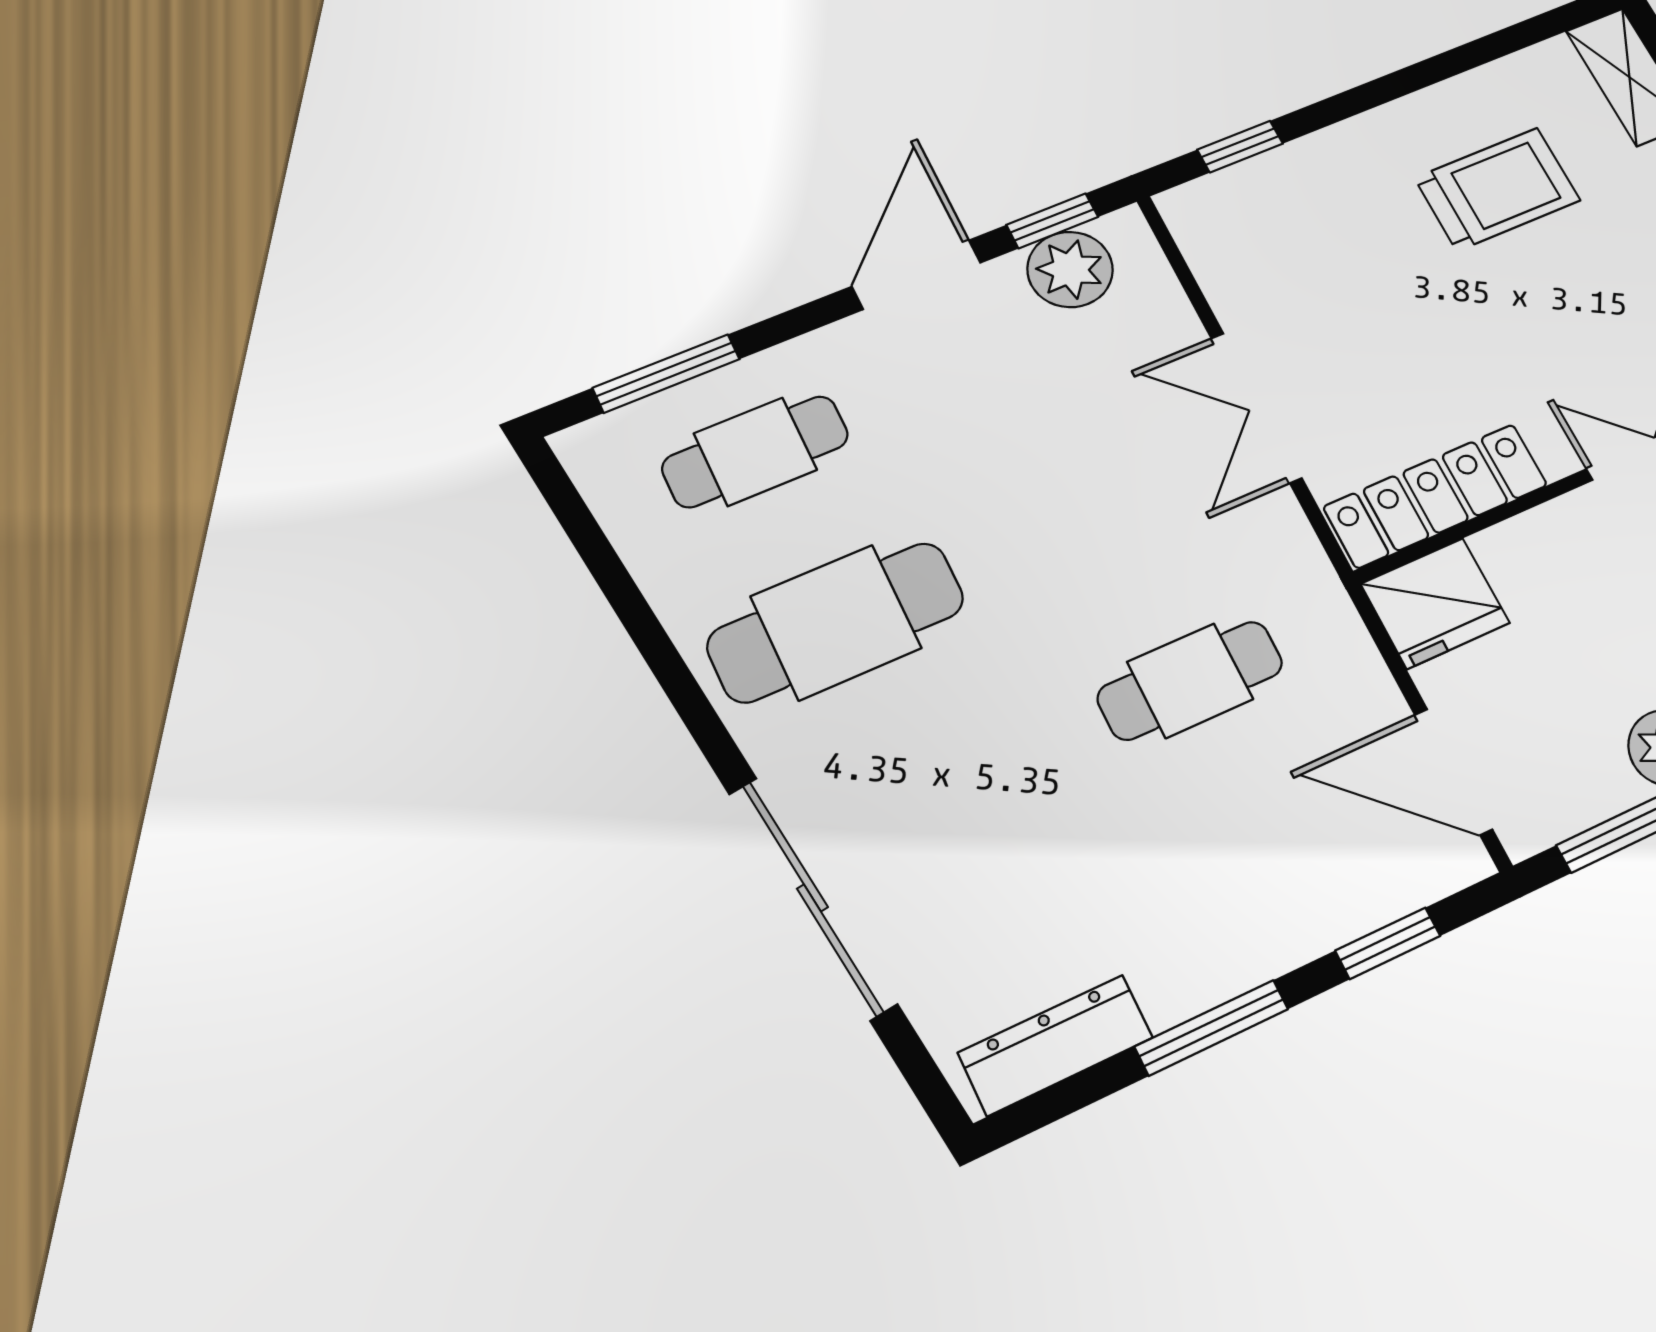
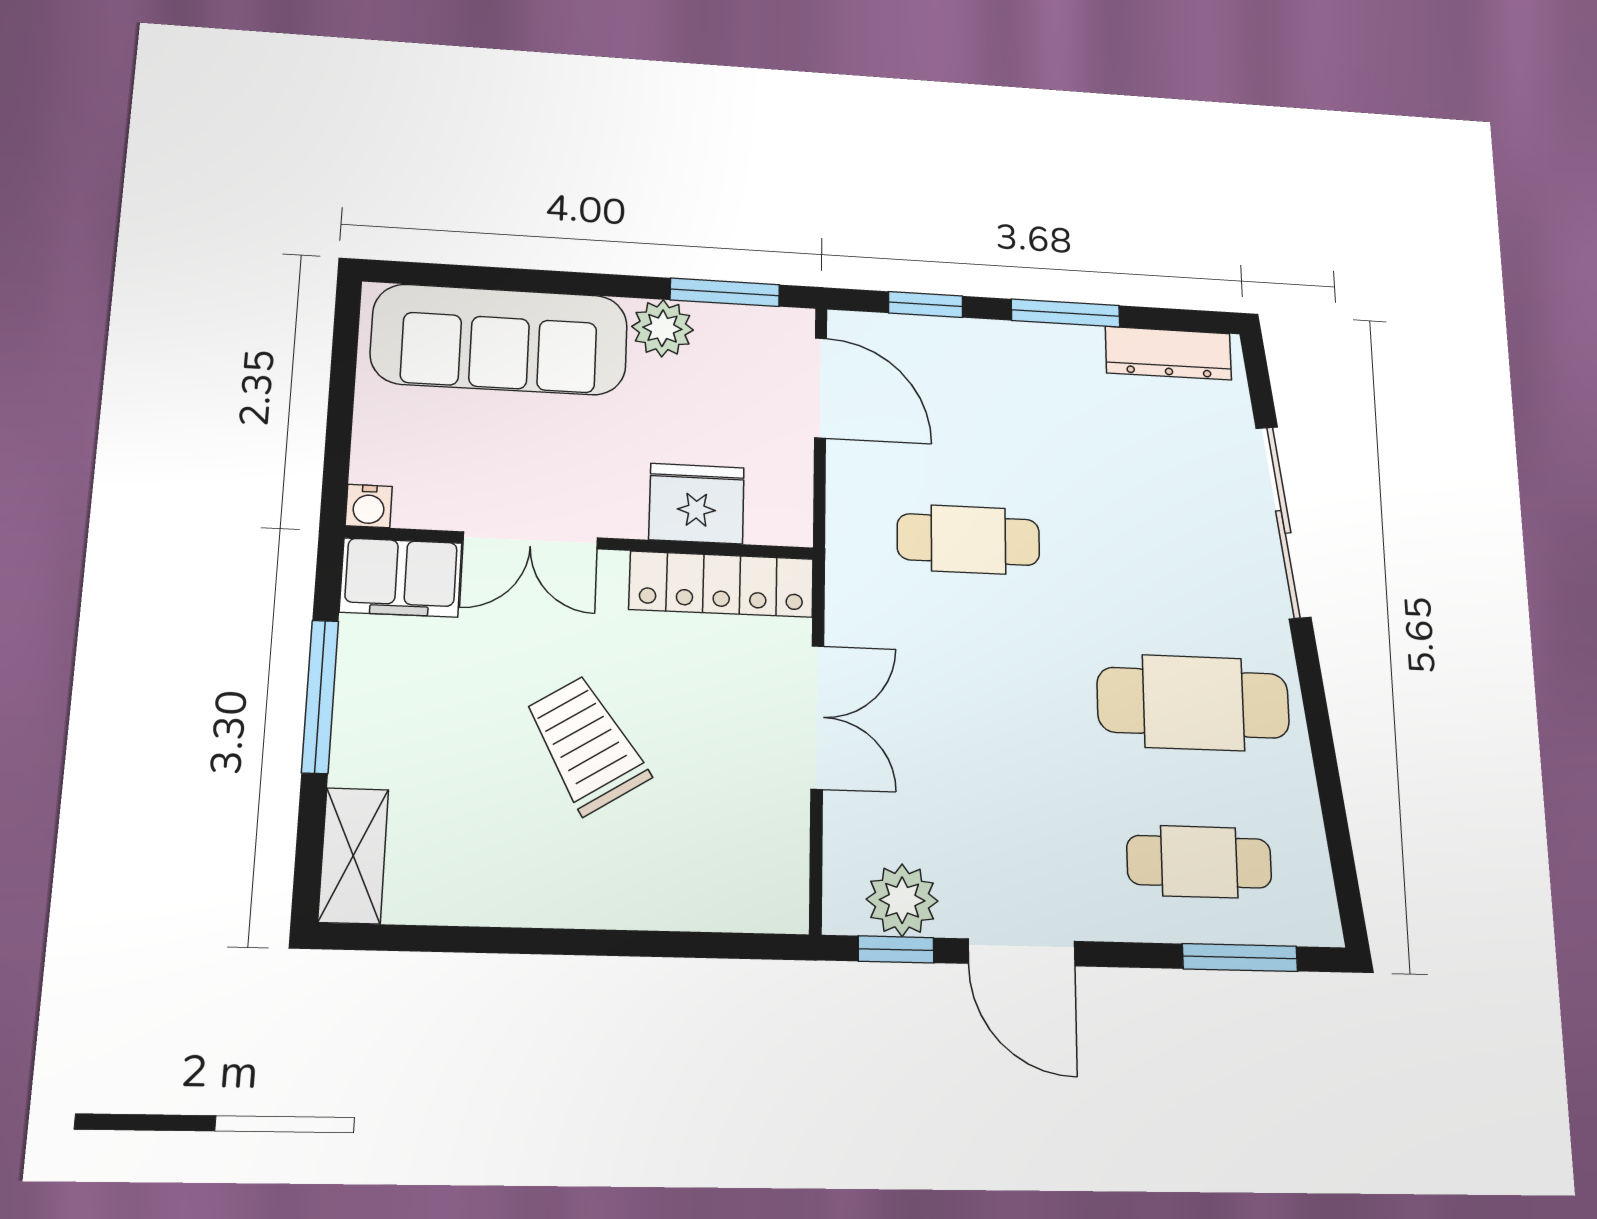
window: (1240, 147) -> (714, 945), removed
trolley: (1497, 189) -> (587, 744), moved, turned 58
door: (916, 275) -> (1022, 952), hinge flipped
fridge: (1435, 603) -> (697, 504), moved

